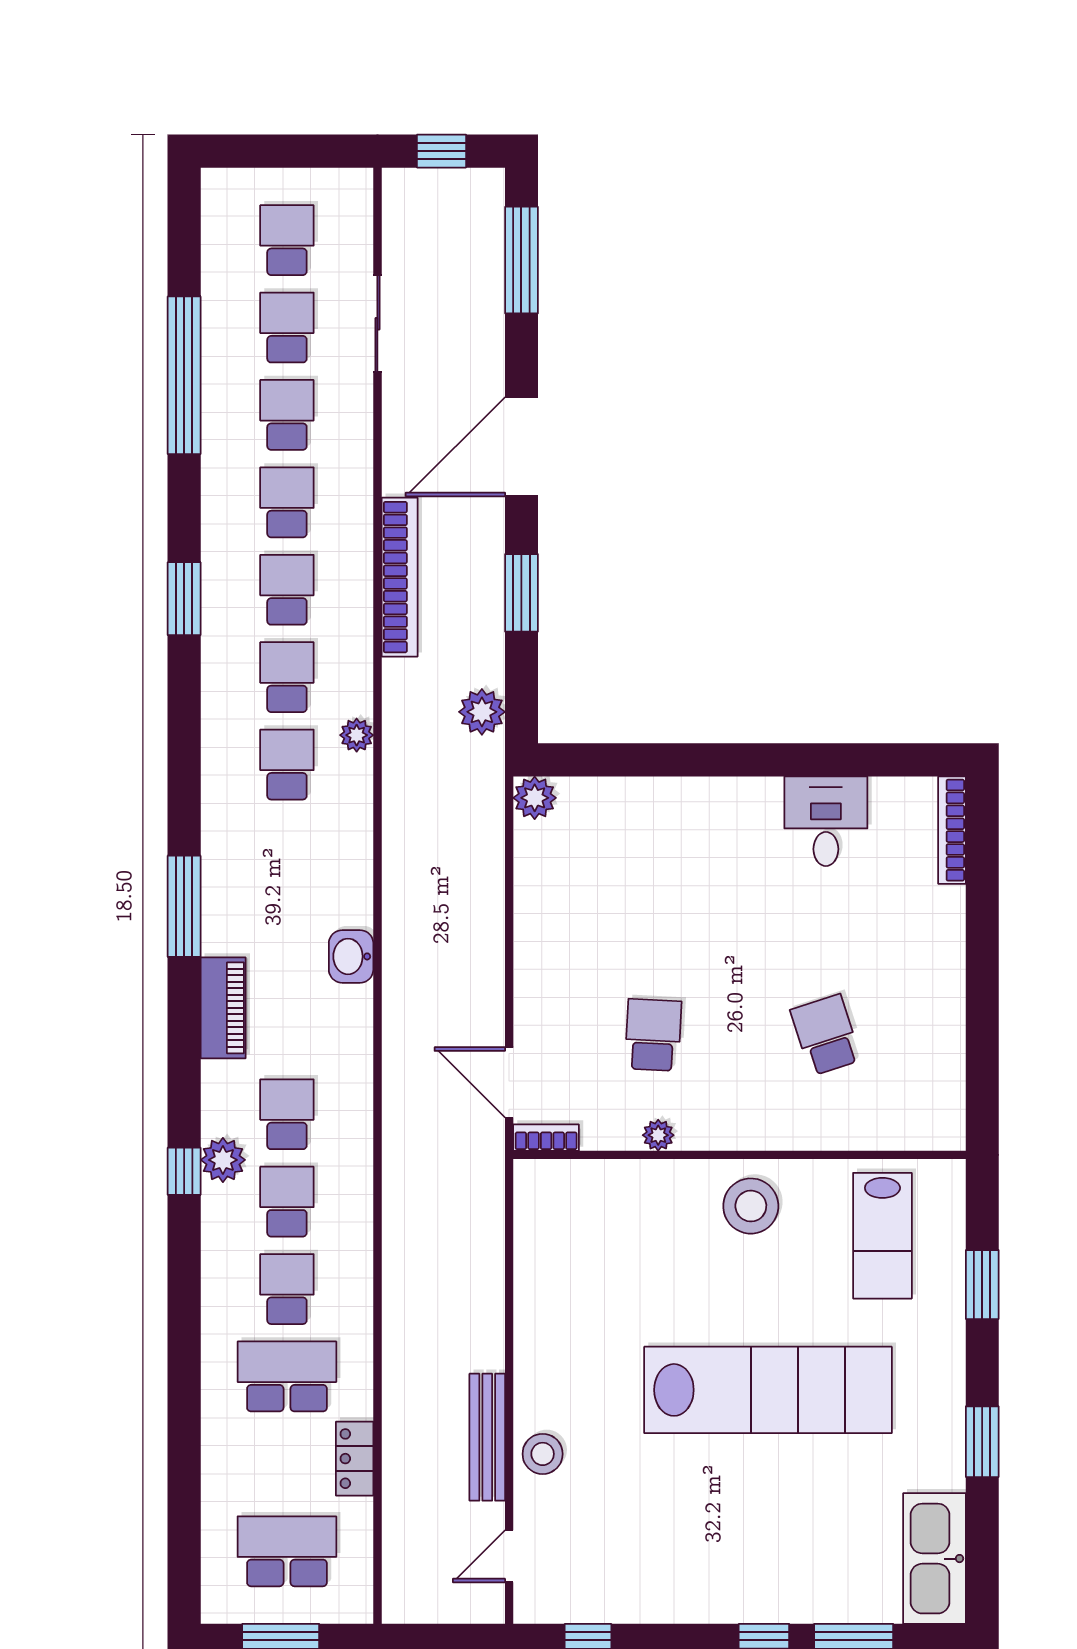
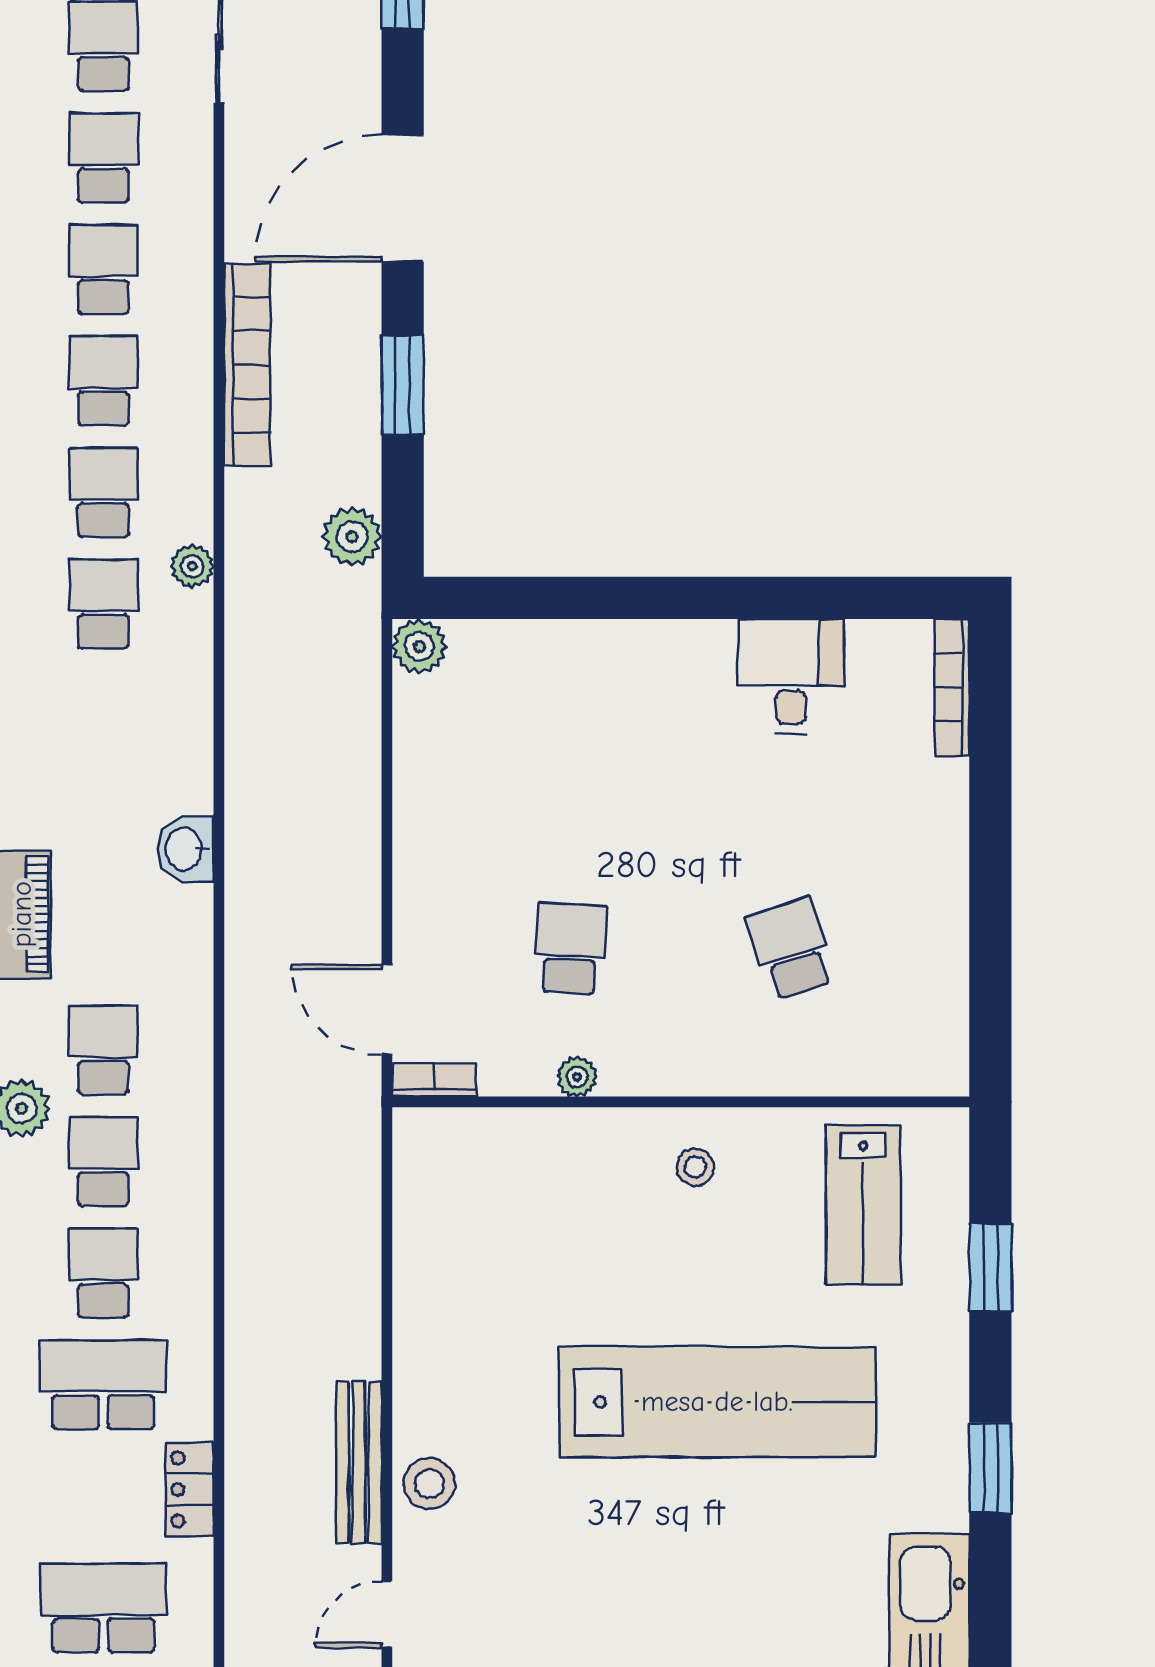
stool: (751, 1206) -> (695, 1167), width x0.53, depth x0.53

